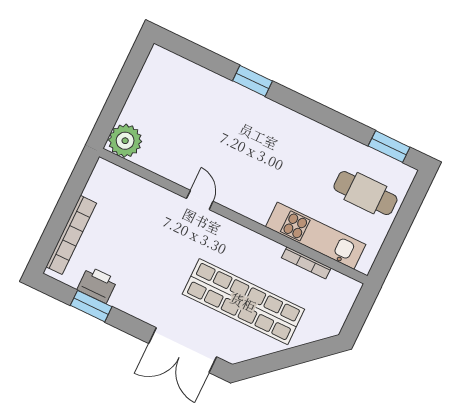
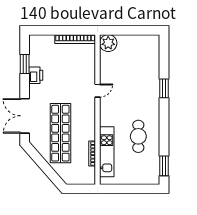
cafe table: (365, 193) -> (138, 136), moved
bookcase: (71, 235) -> (75, 39), moved
printer: (97, 285) -> (36, 75), moved

